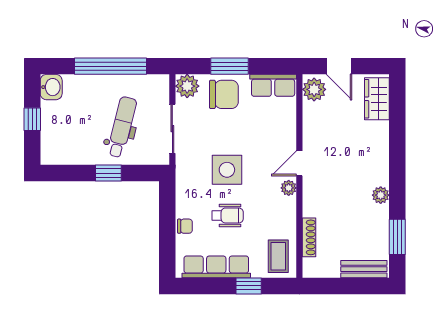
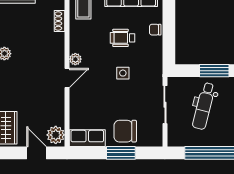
plant: (187, 86) -> (153, 138), removed
side table: (227, 170) -> (123, 73), width x0.54, depth x0.54
window: (108, 173) -> (214, 71), width x1.50
shoe rack: (309, 237) -> (60, 21), width x0.70

